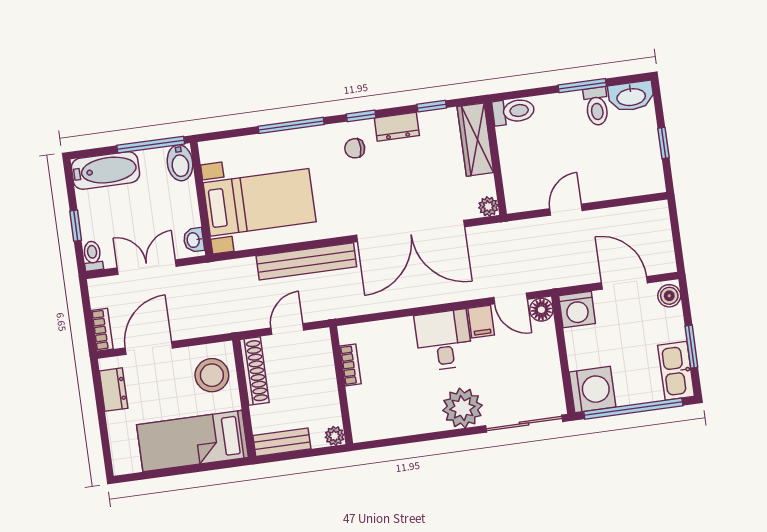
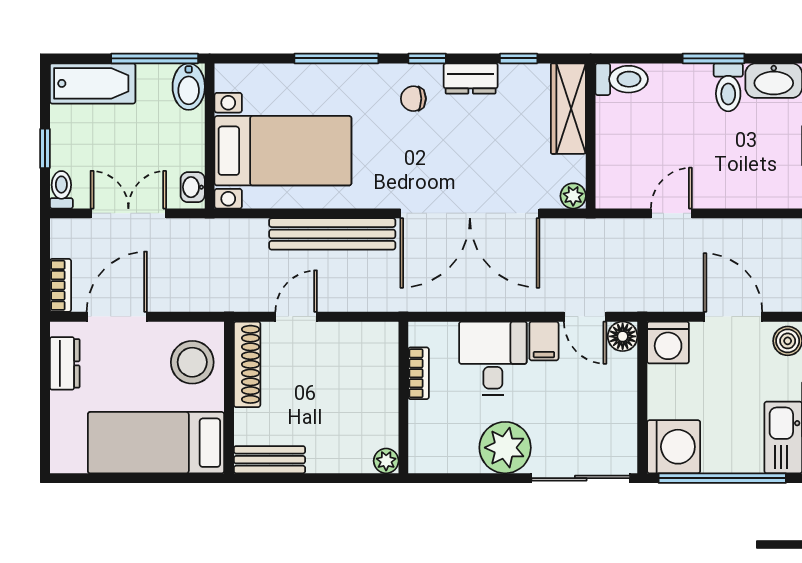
bookcase: (350, 365) -> (419, 373), moved
wall: (341, 385) -> (403, 397), moved
plant: (335, 436) -> (386, 461), moved

